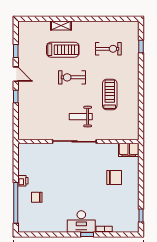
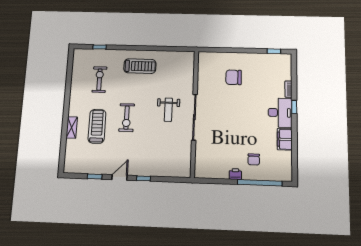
treadmill: (110, 94) -> (140, 66), moved, turned 180
filing cabinet: (129, 150) -> (285, 139), moved, turned 180
chair: (114, 178) -> (234, 77), turned -90

